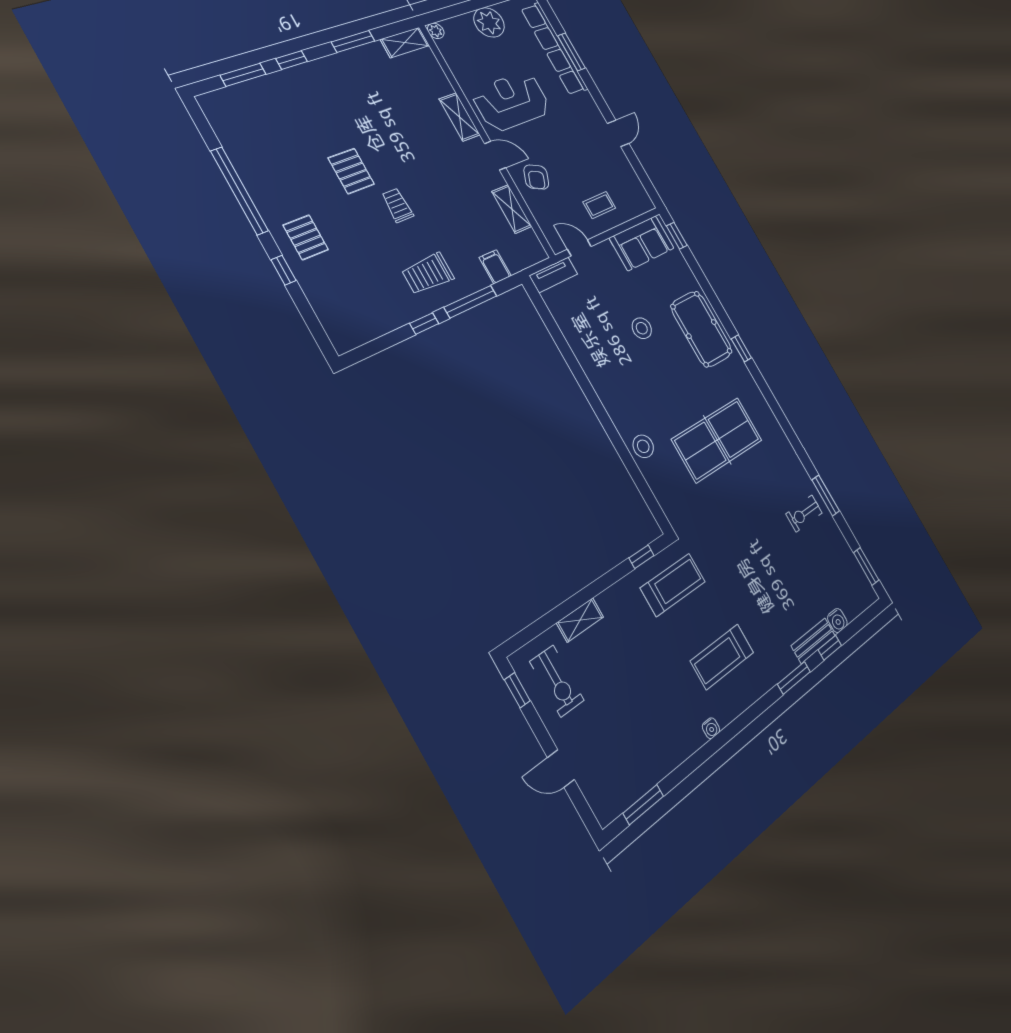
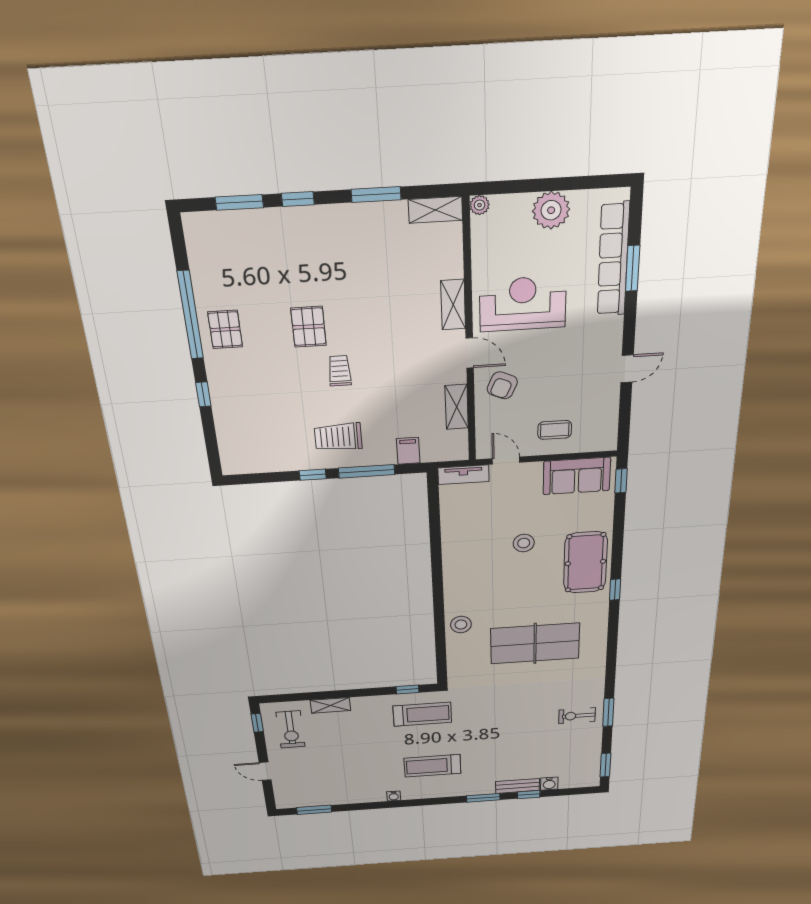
pallet: (306, 237) -> (225, 329), moved

